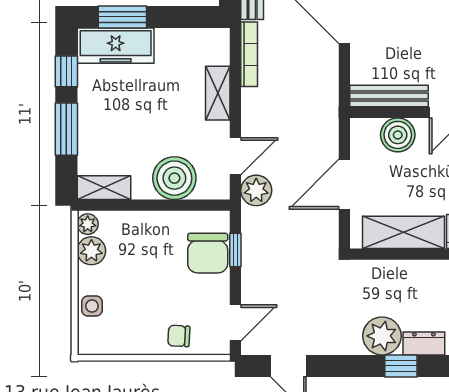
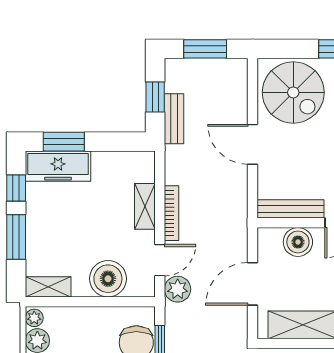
bookcase: (249, 54) -> (172, 213), moved

